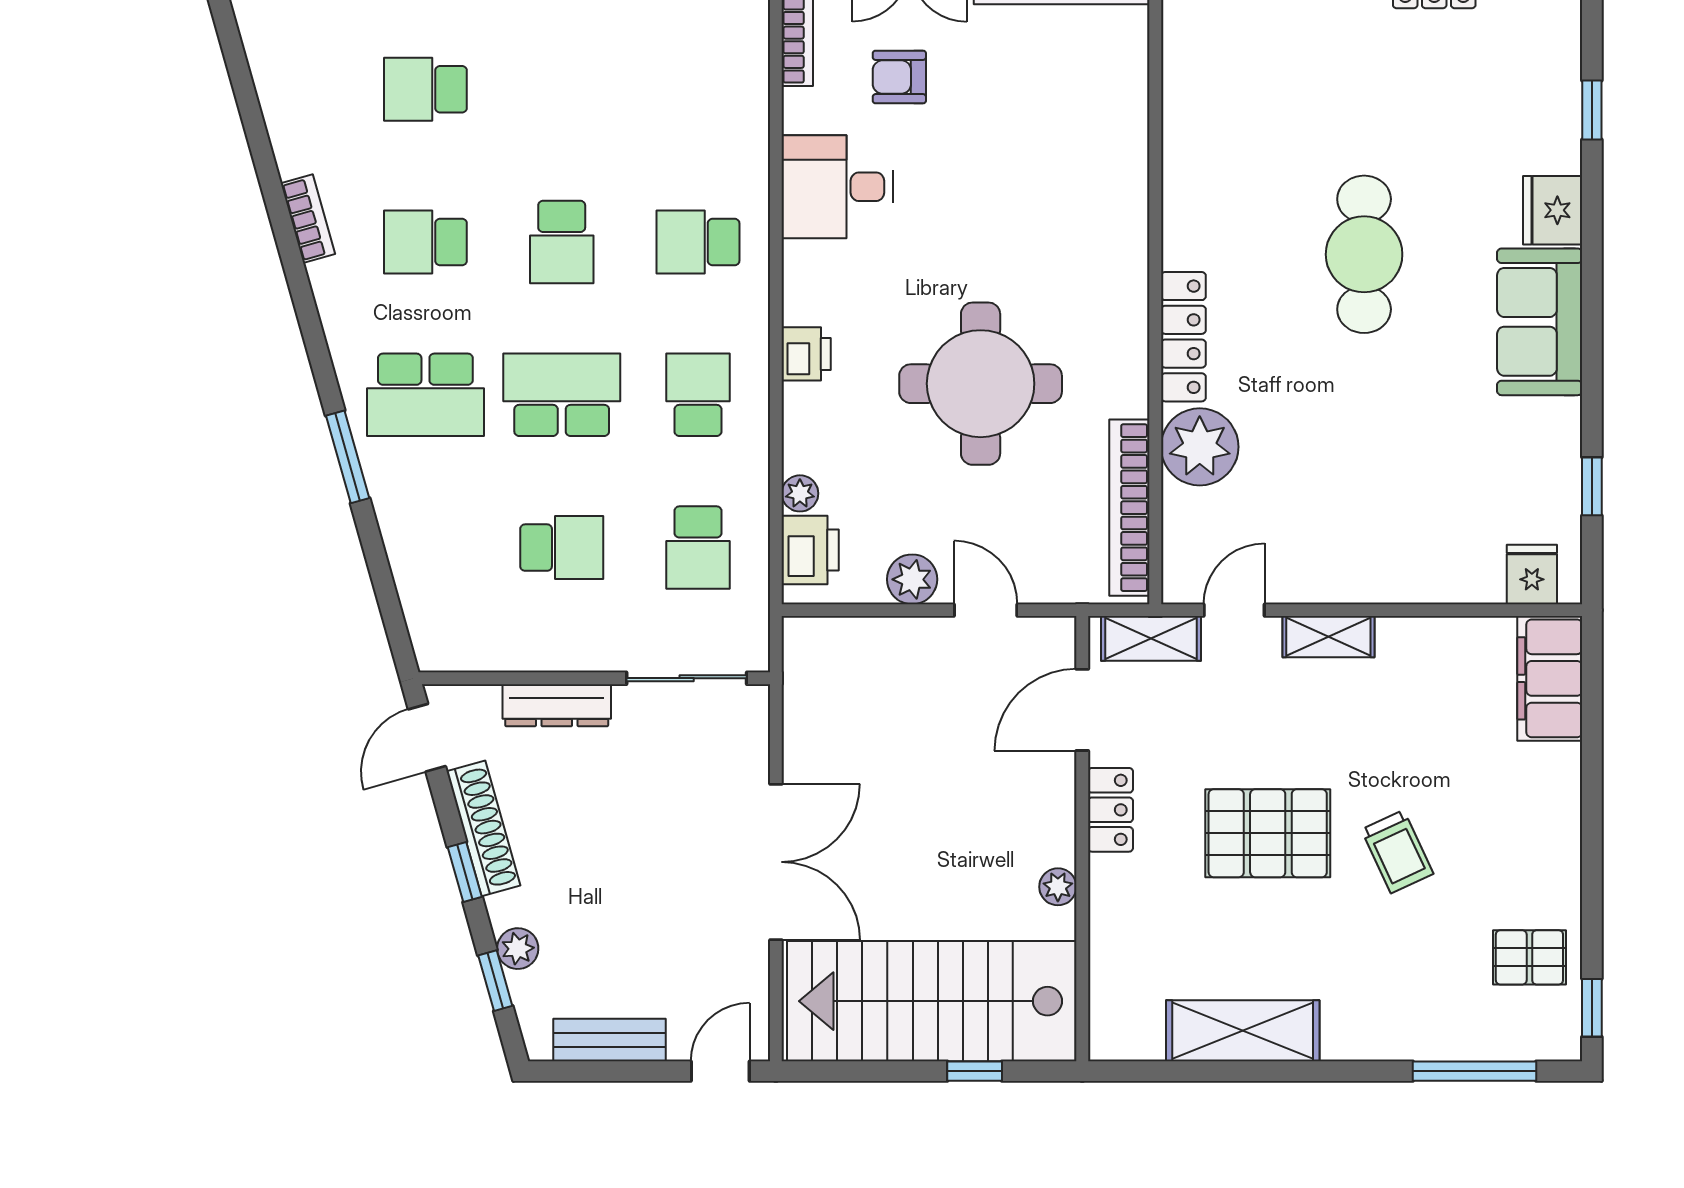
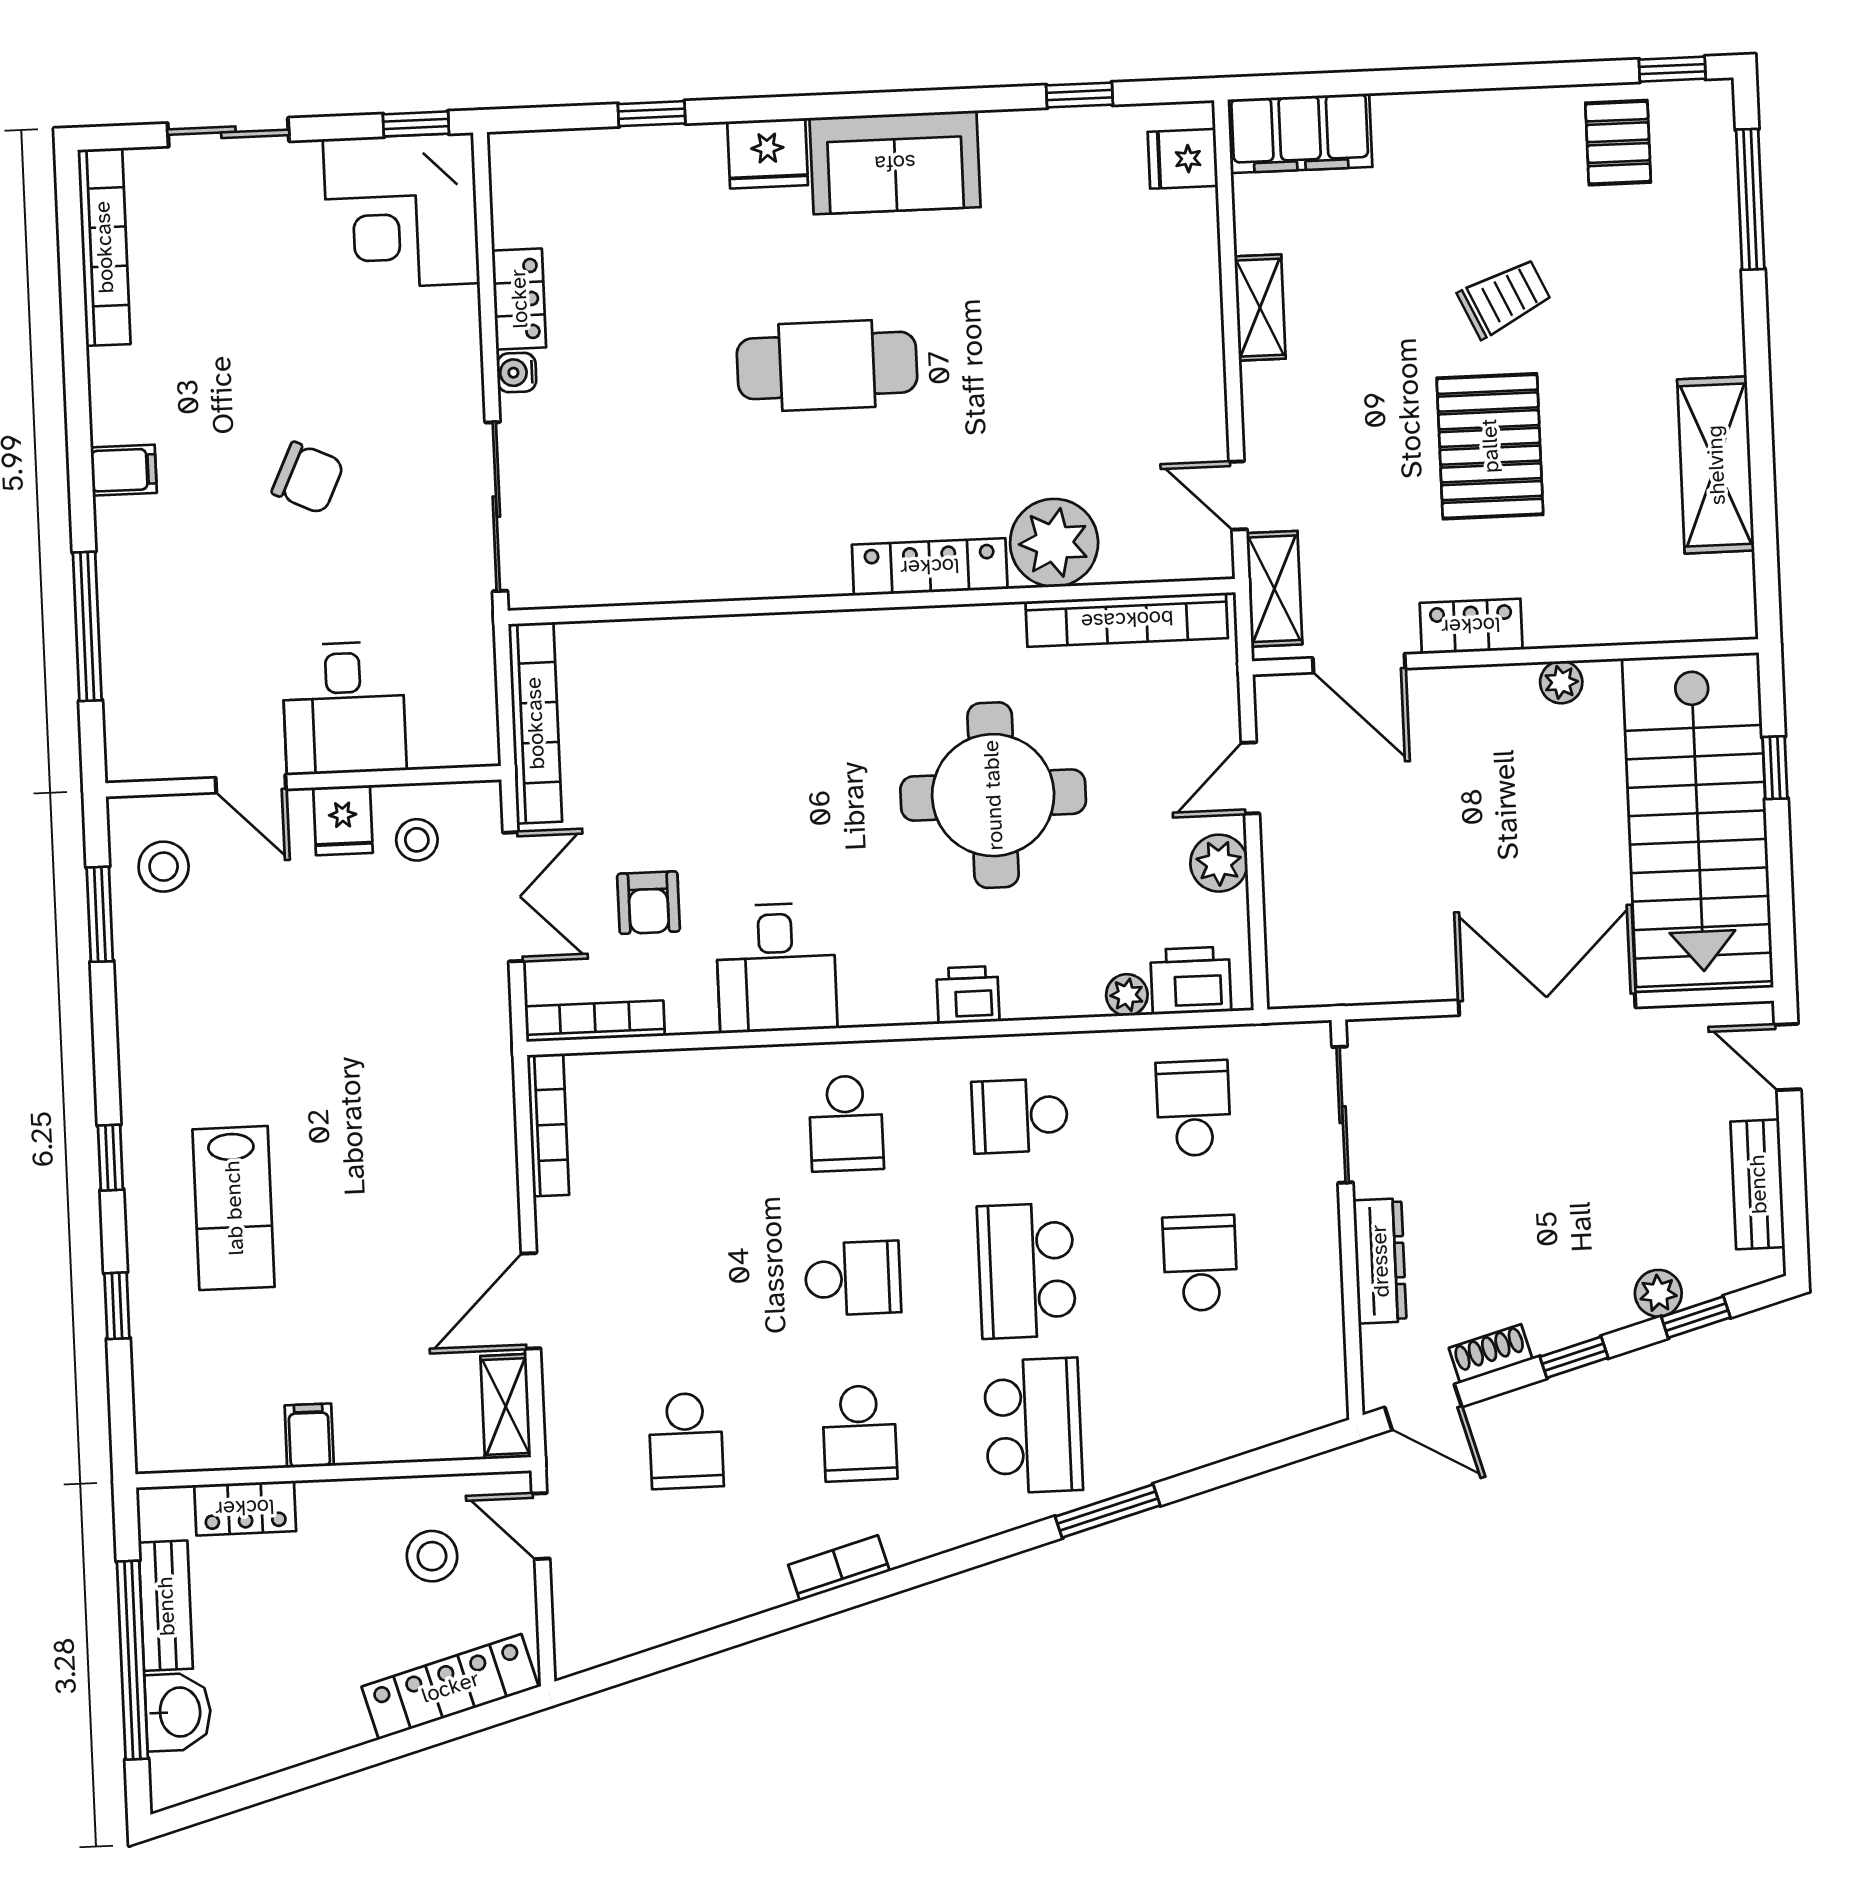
school desk: (698, 548) -> (1193, 1108), turned -90
shelving: (1328, 637) -> (1260, 308), moved
shoe rack: (483, 828) -> (1491, 1354), width x0.51, depth x0.81

